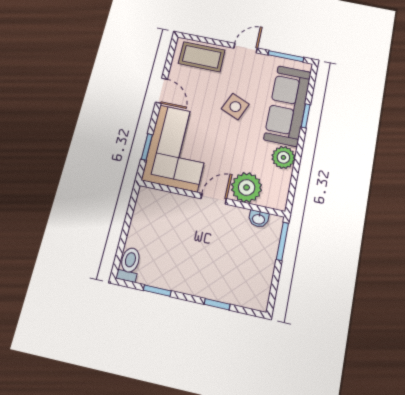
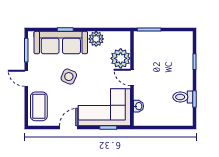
washbasin: (259, 219) -> (139, 106), moved
toilet: (129, 264) -> (183, 97), moved

